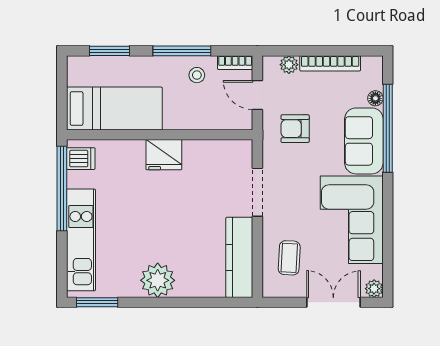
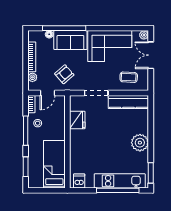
armchair: (295, 129) -> (64, 74), turned -131
fridge: (164, 155) -> (77, 120), moved
window: (62, 188) -> (118, 190), moved

